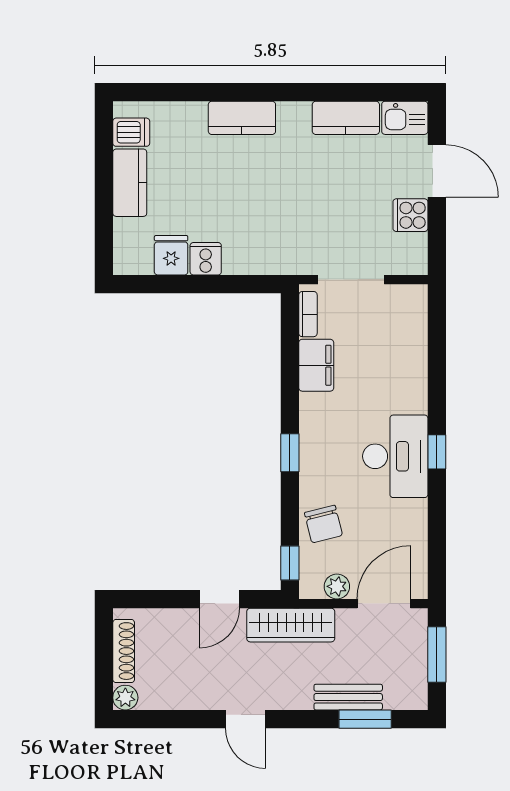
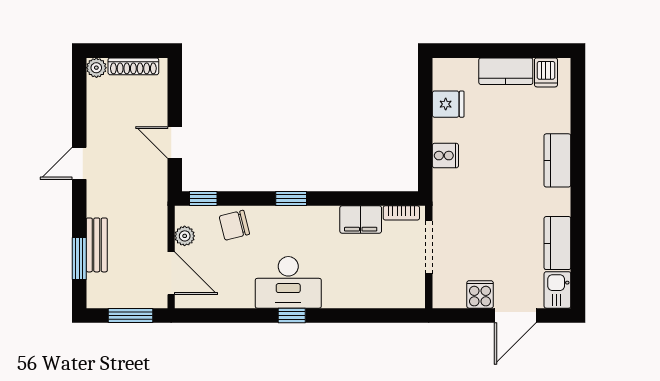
cooker: (206, 259) -> (445, 156), moved
wardrobe: (291, 625) -> (154, 199), removed

